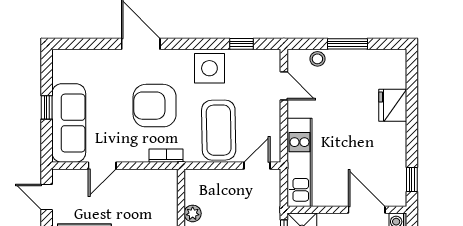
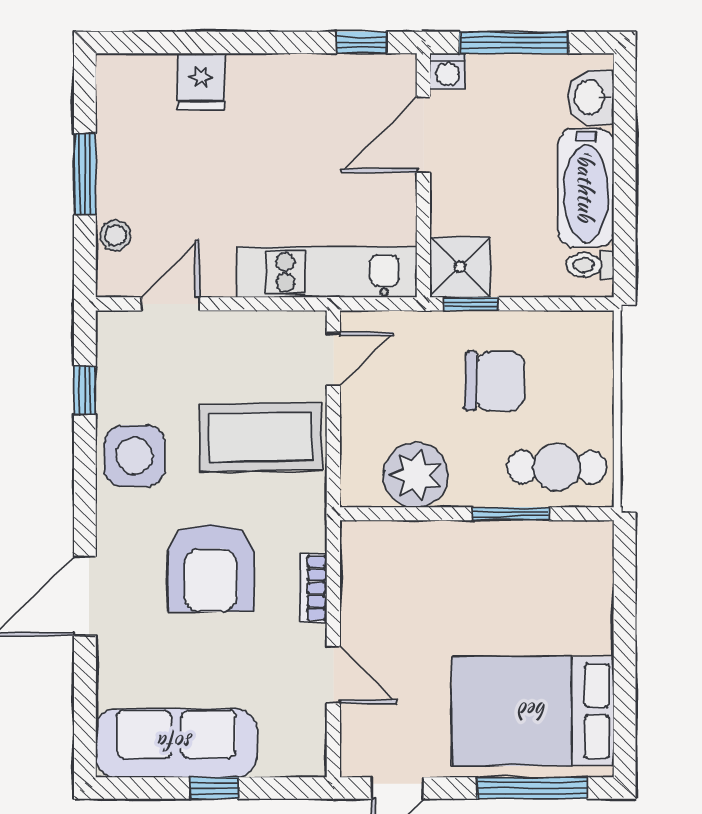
fridge: (393, 105) -> (201, 82), width x0.72
sofa: (69, 123) -> (176, 743), moved
bookcase: (166, 156) -> (313, 588), moved
door: (257, 166) -> (333, 359), swing flipped
plant: (193, 213) -> (416, 475), width x1.88, depth x1.88

